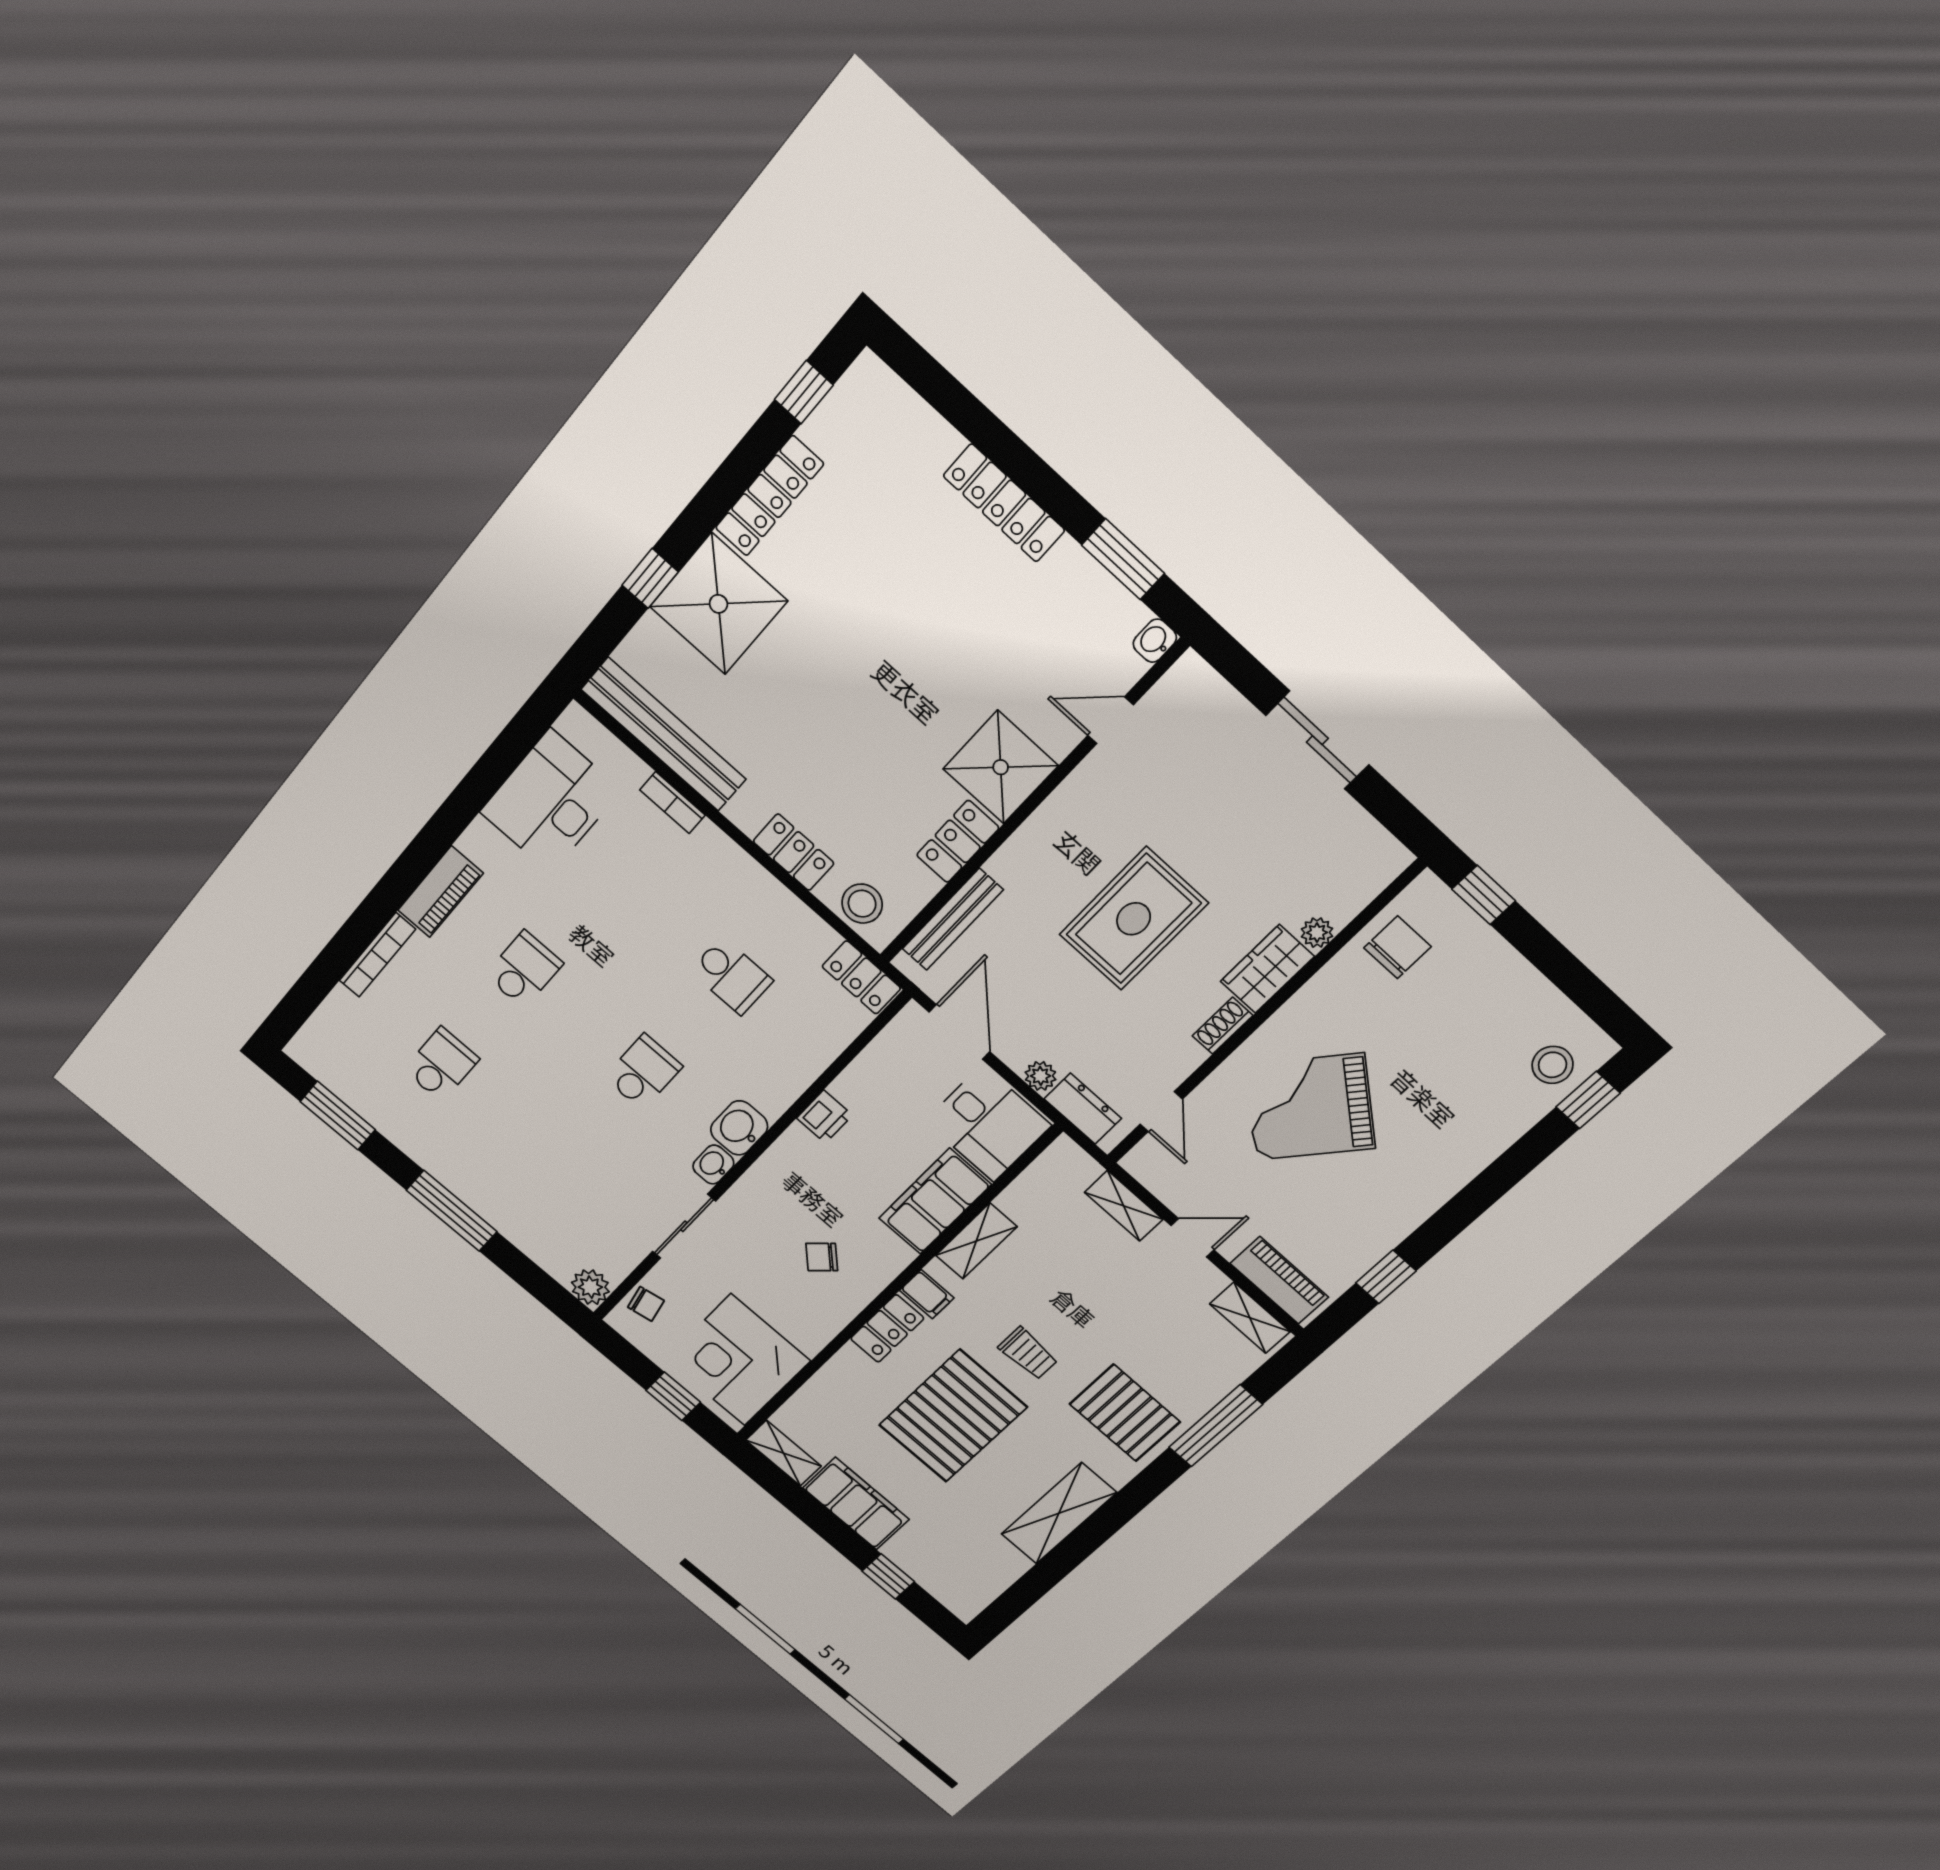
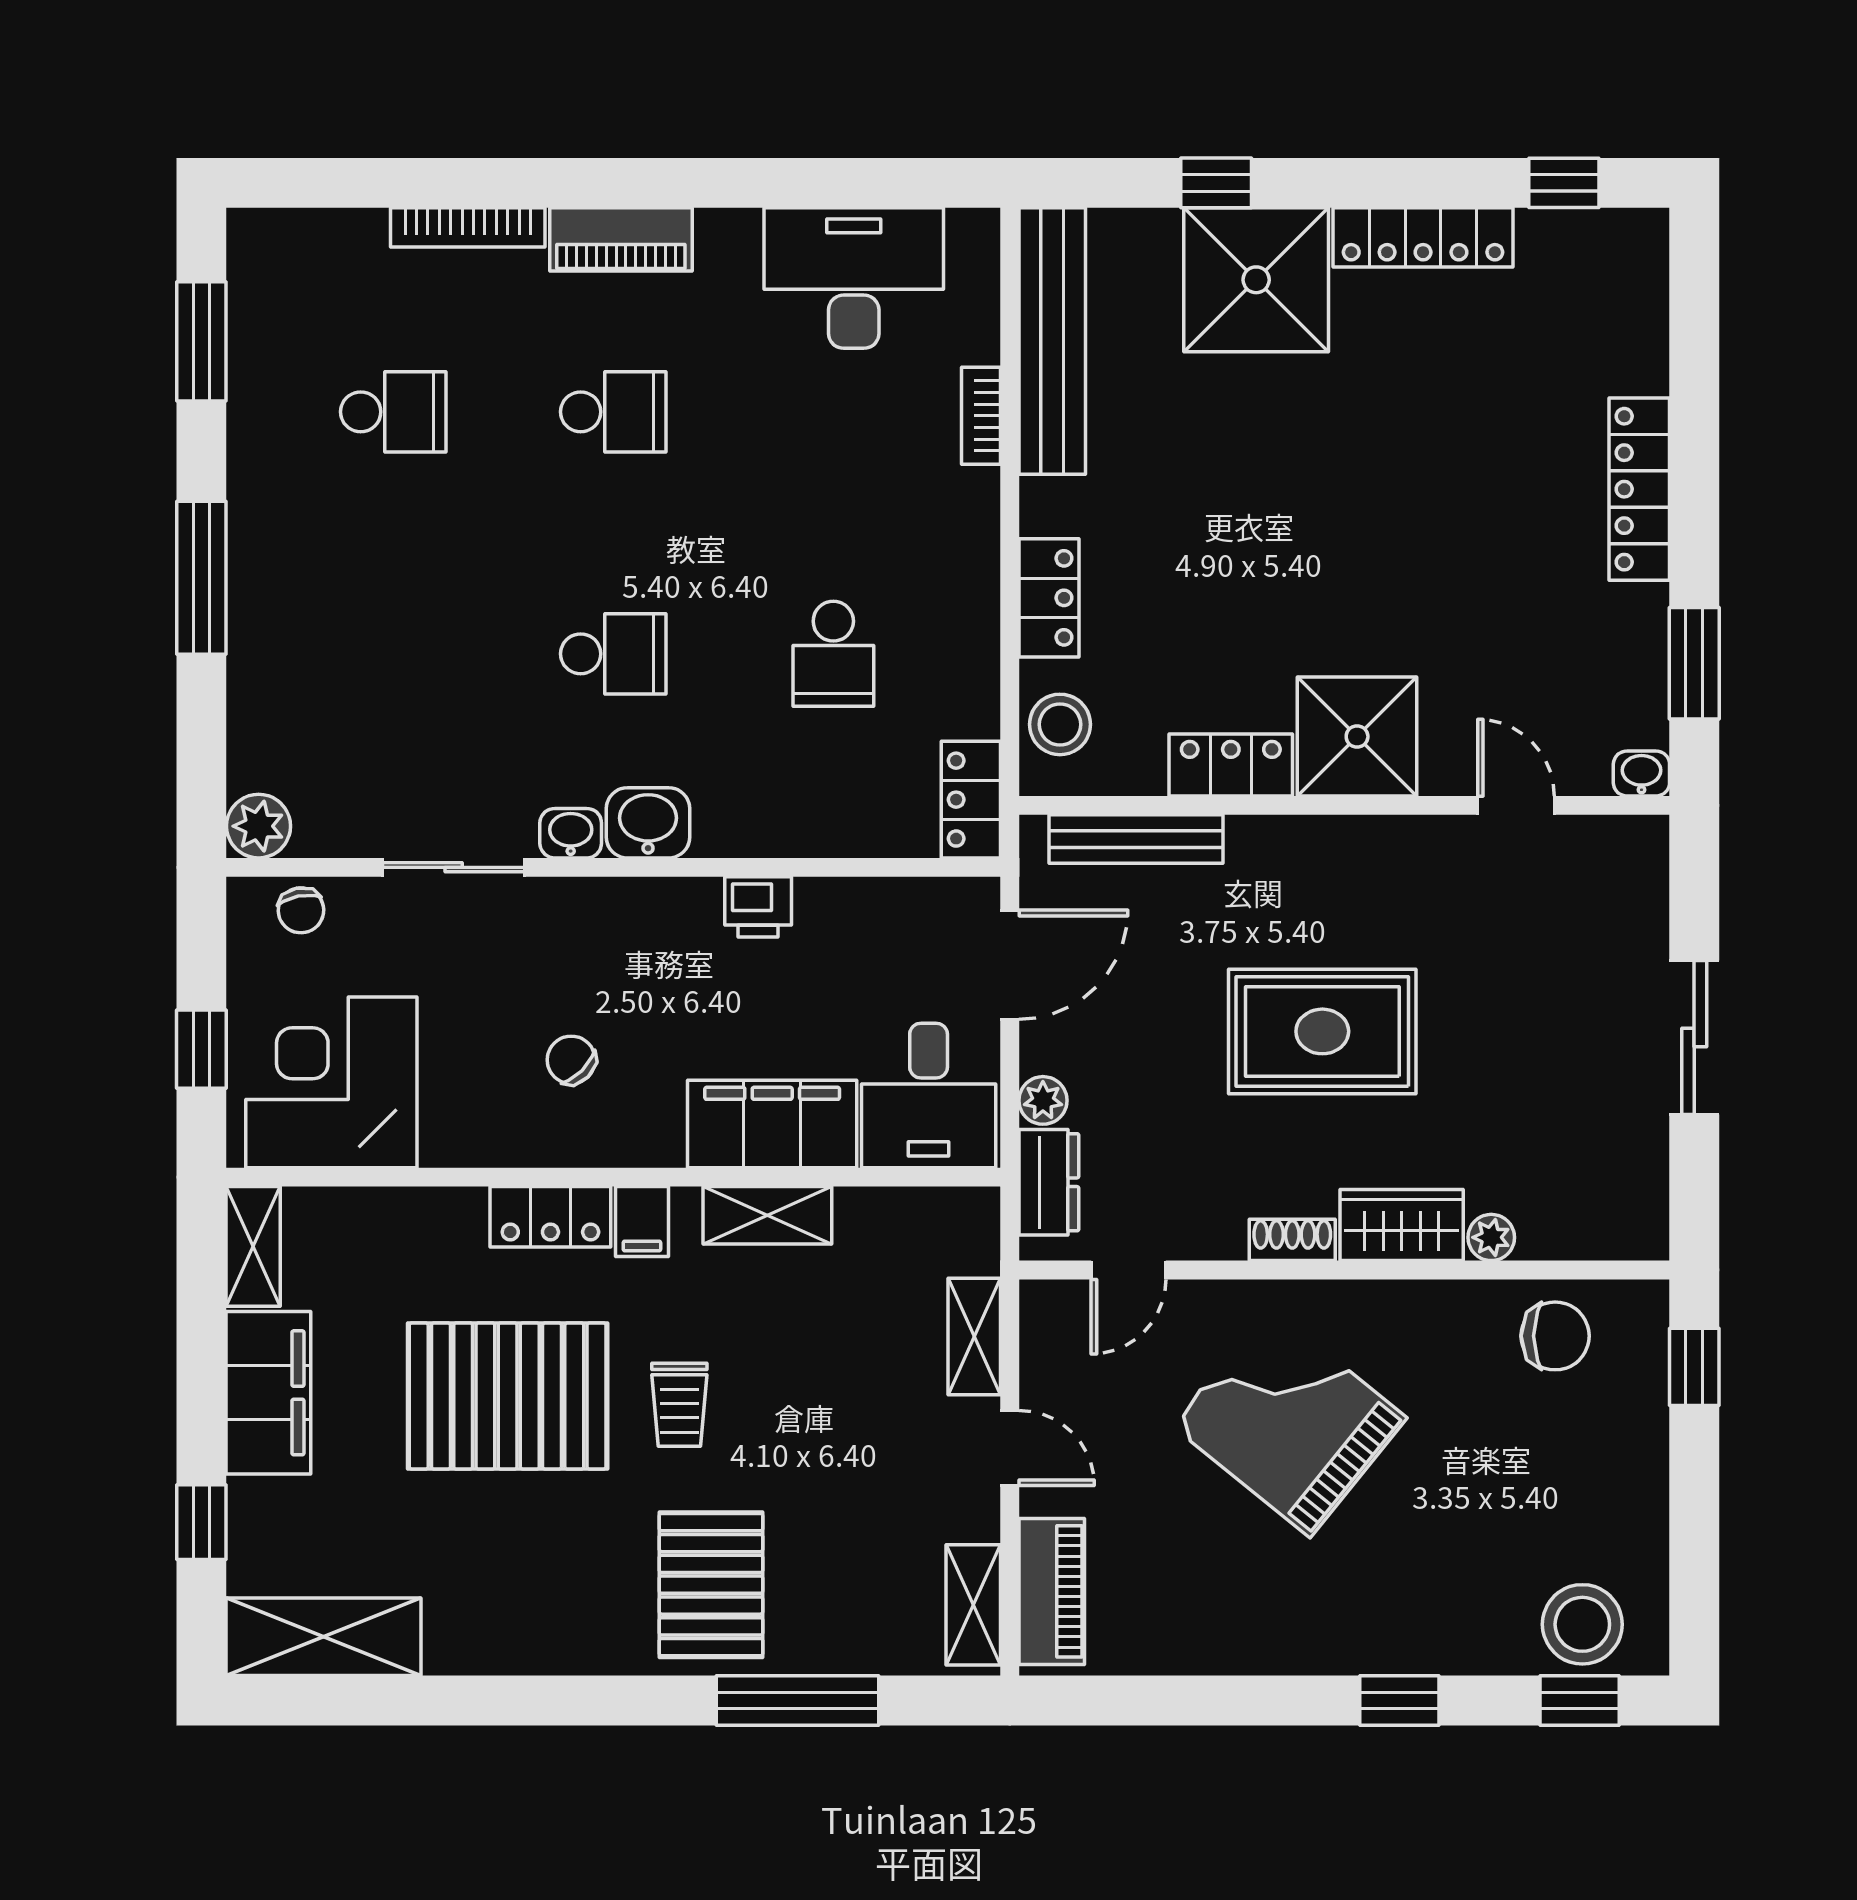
stool: (1553, 1065) -> (1582, 1624), width x1.38, depth x1.38
window: (1386, 1277) -> (1399, 1701), moved
shelving: (1059, 1513) -> (324, 1637), moved

